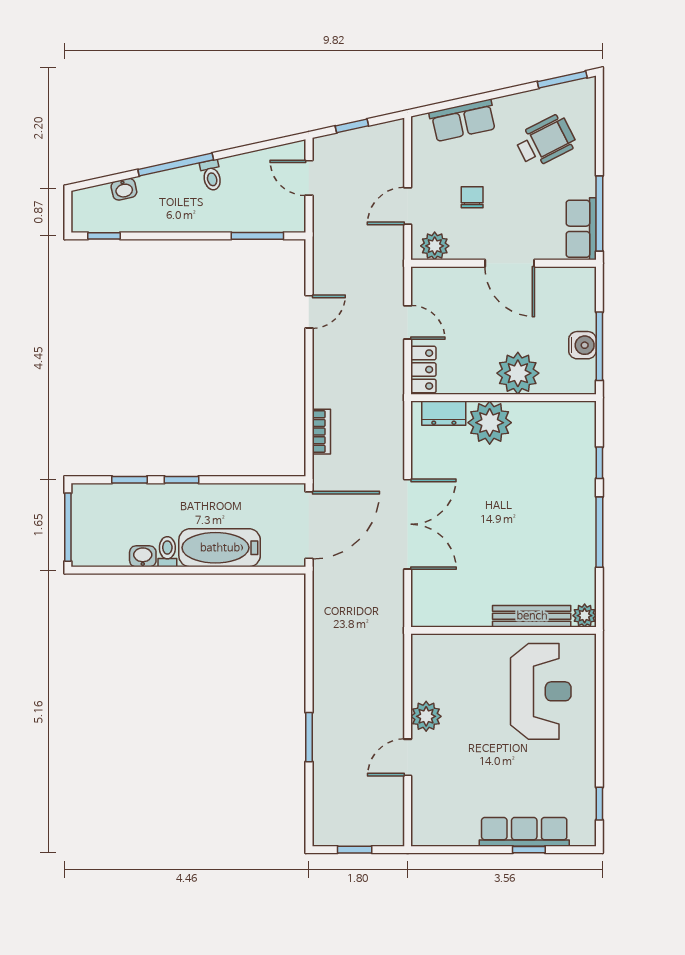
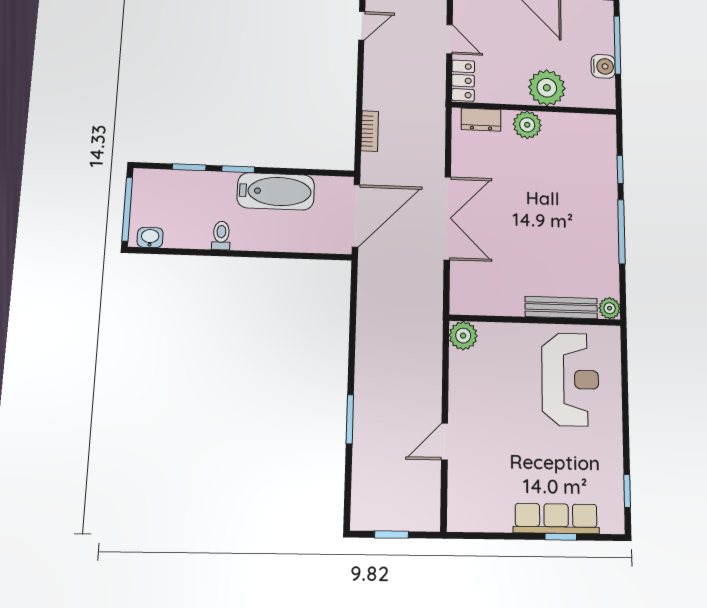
window: (599, 346) -> (617, 45), moved
plant: (490, 423) -> (527, 125), width x0.73, depth x0.73
bathtub: (220, 548) -> (276, 191), moved, turned 180
washbasin: (143, 556) -> (150, 237), moved
plant: (426, 716) -> (463, 336), moved

